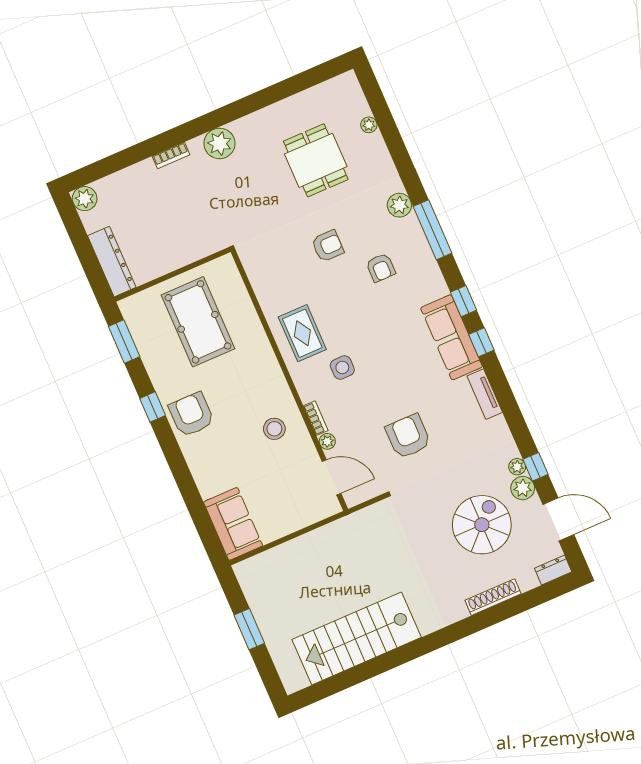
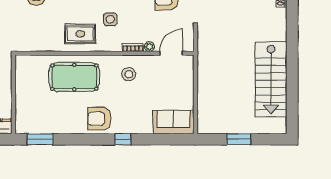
pool table: (198, 322) -> (74, 77), moved
window: (153, 407) -> (123, 139), moved

